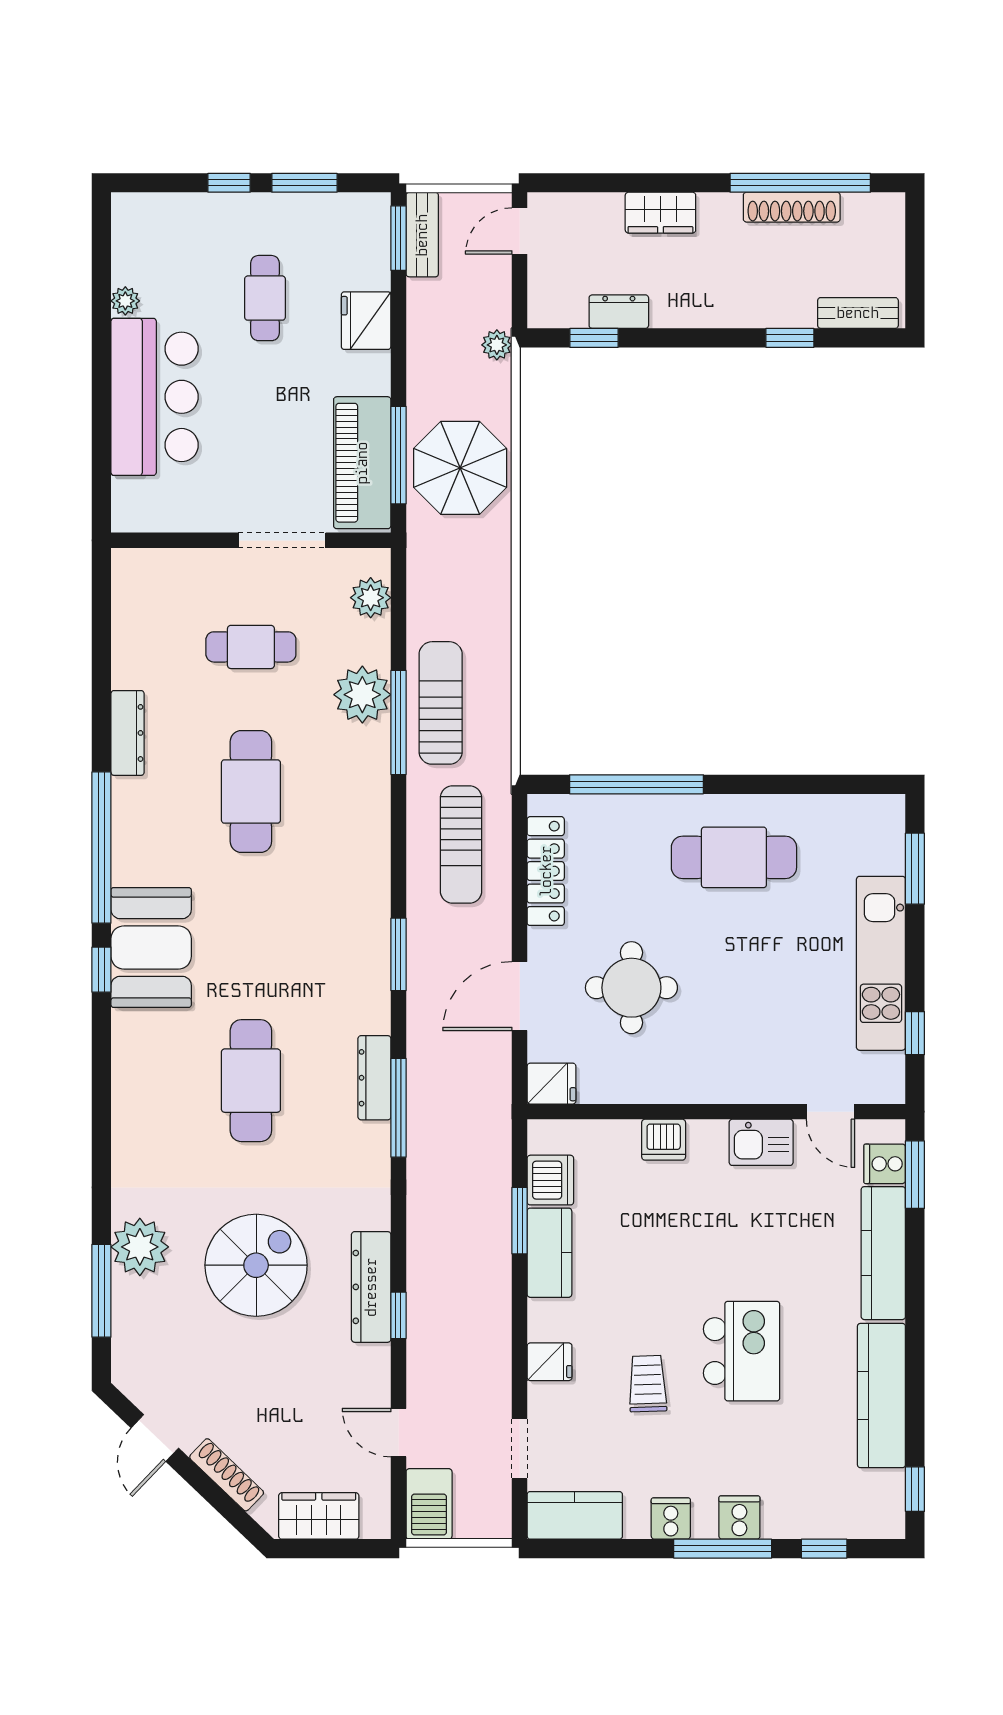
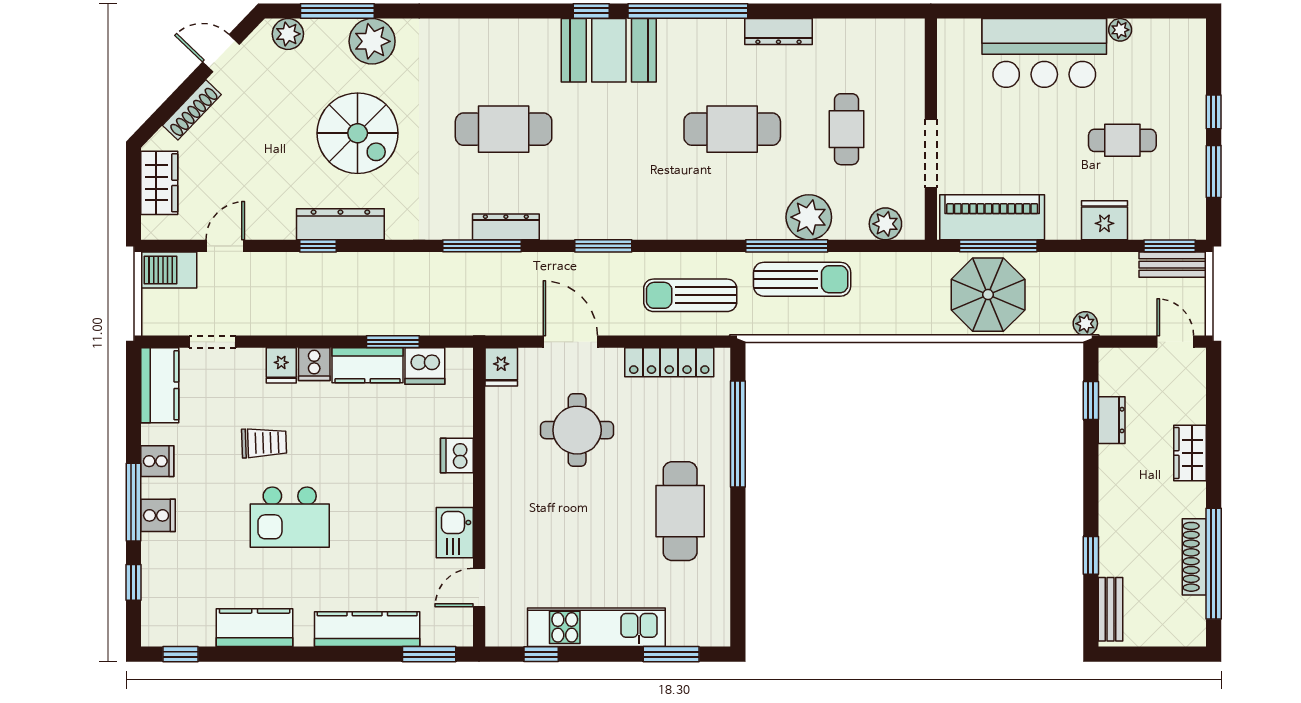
cooker: (885, 1164) -> (314, 364), moved, turned 180
plant: (131, 1353) -> (288, 34), added
kitchen counter: (881, 1396) -> (255, 628), width x0.67

